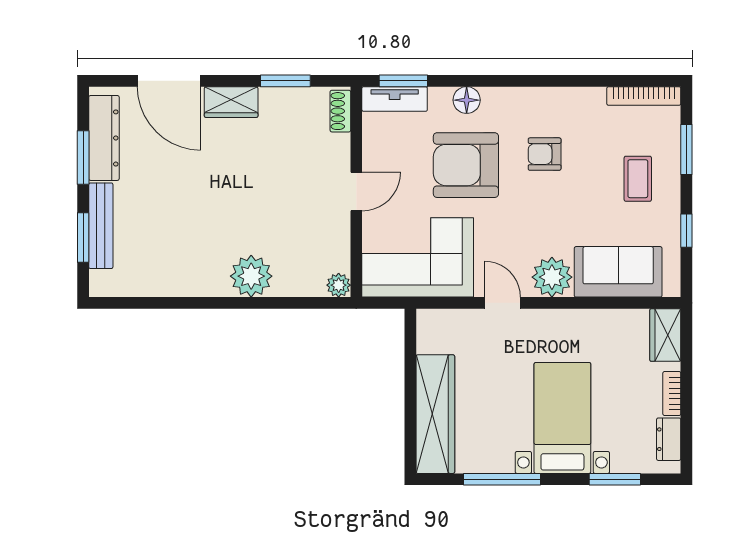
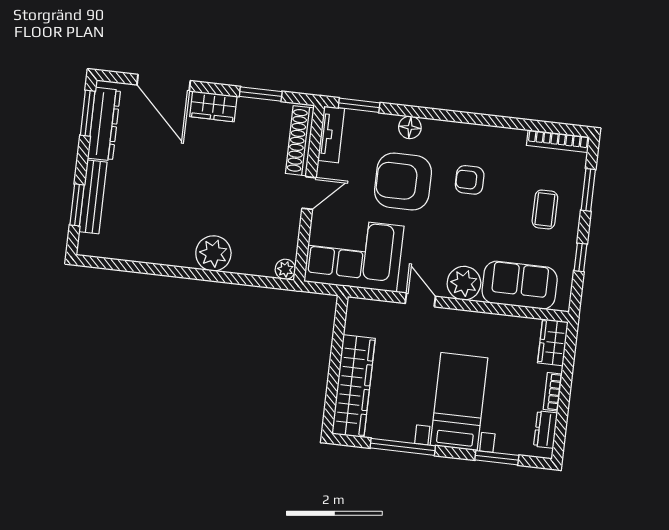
tv unit: (395, 99) -> (331, 134), moved, turned -90
shoe rack: (340, 111) -> (300, 141), width x1.94, depth x1.24
window: (83, 158) -> (88, 113), moved

